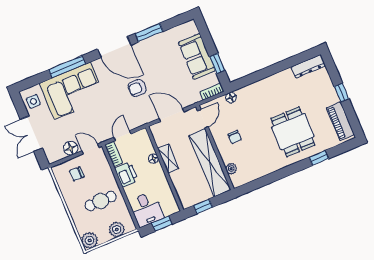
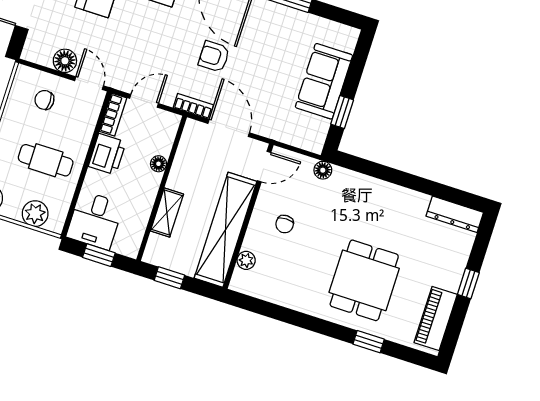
bookcase: (212, 92) -> (193, 106), moved
shelving: (168, 158) -> (167, 213), moved

